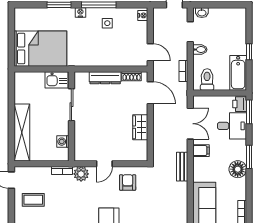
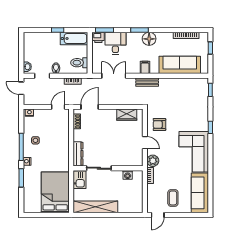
dresser: (105, 78) -> (78, 154), moved
wardrobe: (140, 127) -> (127, 115), moved
shelving: (22, 132) -> (95, 207), moved
filing cabinet: (201, 151) -> (145, 67), moved

